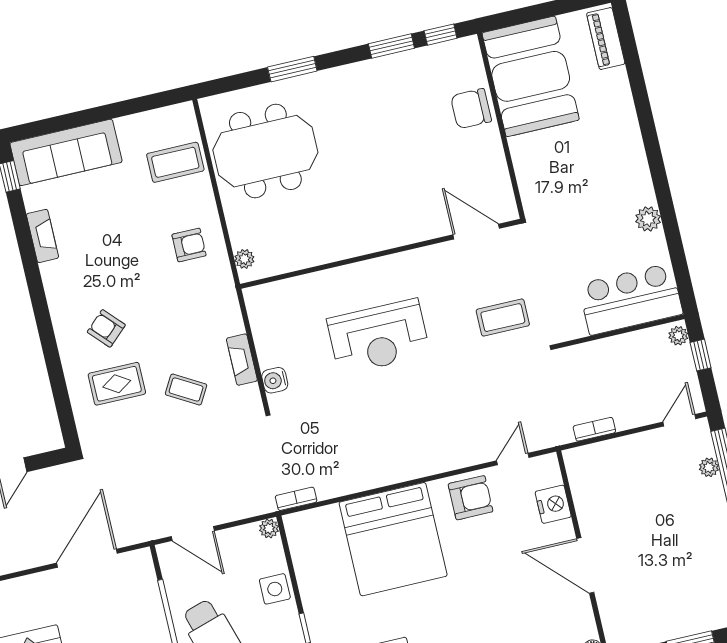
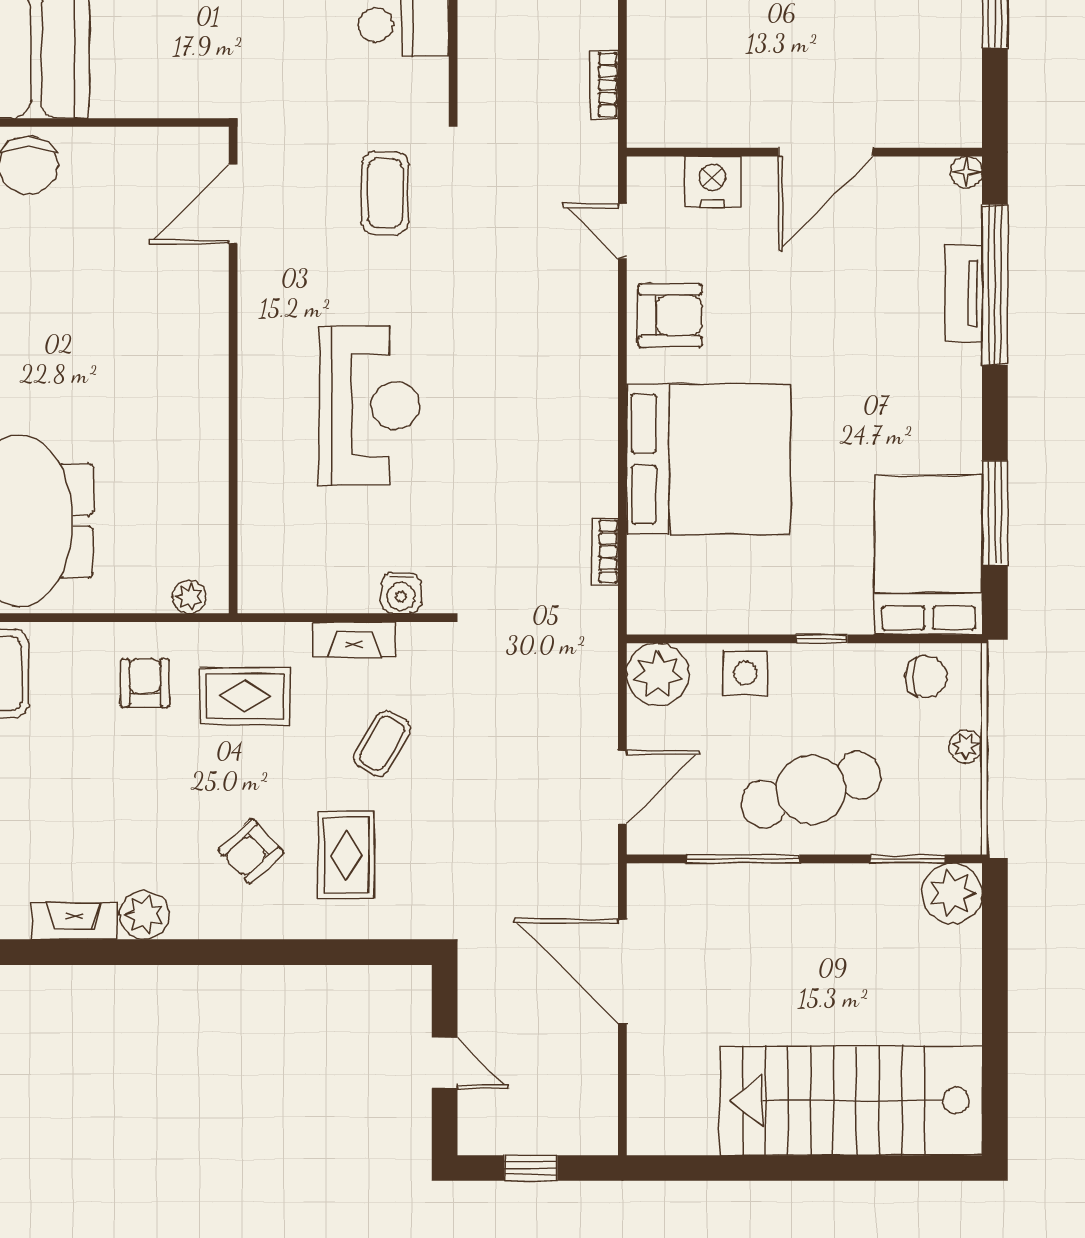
plant: (56, 276) -> (145, 915), added
rug: (195, 304) -> (245, 696), added
armchair: (471, 498) -> (670, 315), turned 90
bookcase: (296, 499) -> (605, 552), moved
plant: (269, 528) -> (658, 674), width x1.88, depth x1.88

